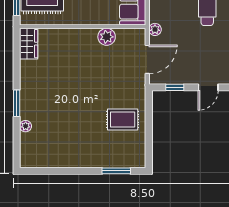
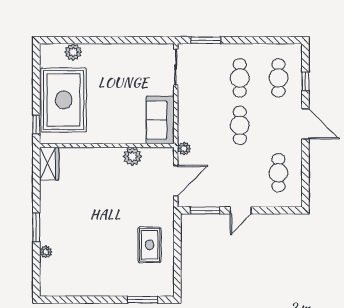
window: (175, 87) -> (205, 210), width x1.50
rug: (123, 120) -> (150, 245), turned 90

